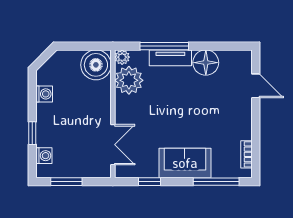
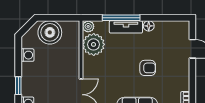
floor lamp: (206, 63) -> (149, 26), width x0.53, depth x0.53
boiler: (96, 65) -> (50, 32), moved
armchair: (198, 110) -> (148, 68), added

